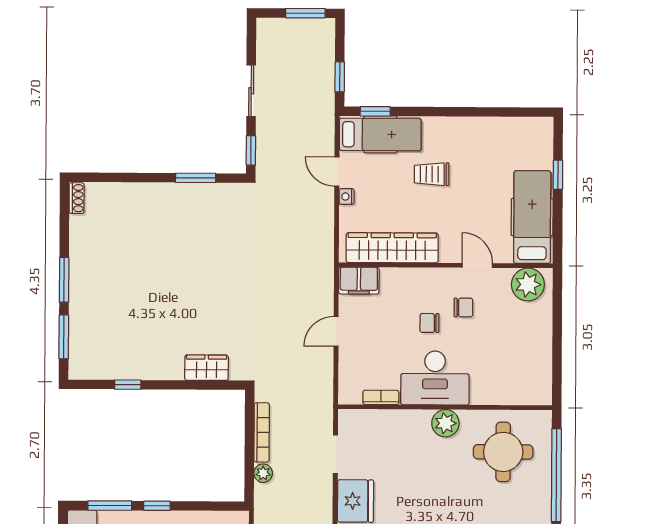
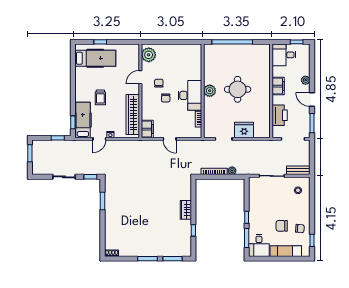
hospital bed: (532, 217) -> (95, 58), moved, turned 180
wardrobe: (206, 368) -> (186, 210), moved
round table: (503, 452) -> (238, 89), moved

